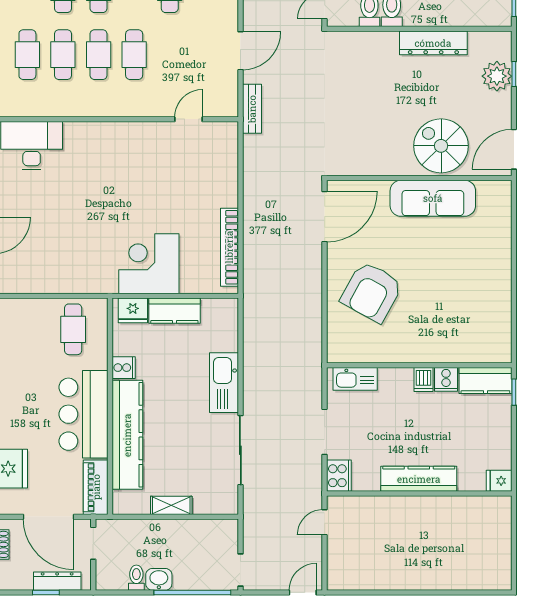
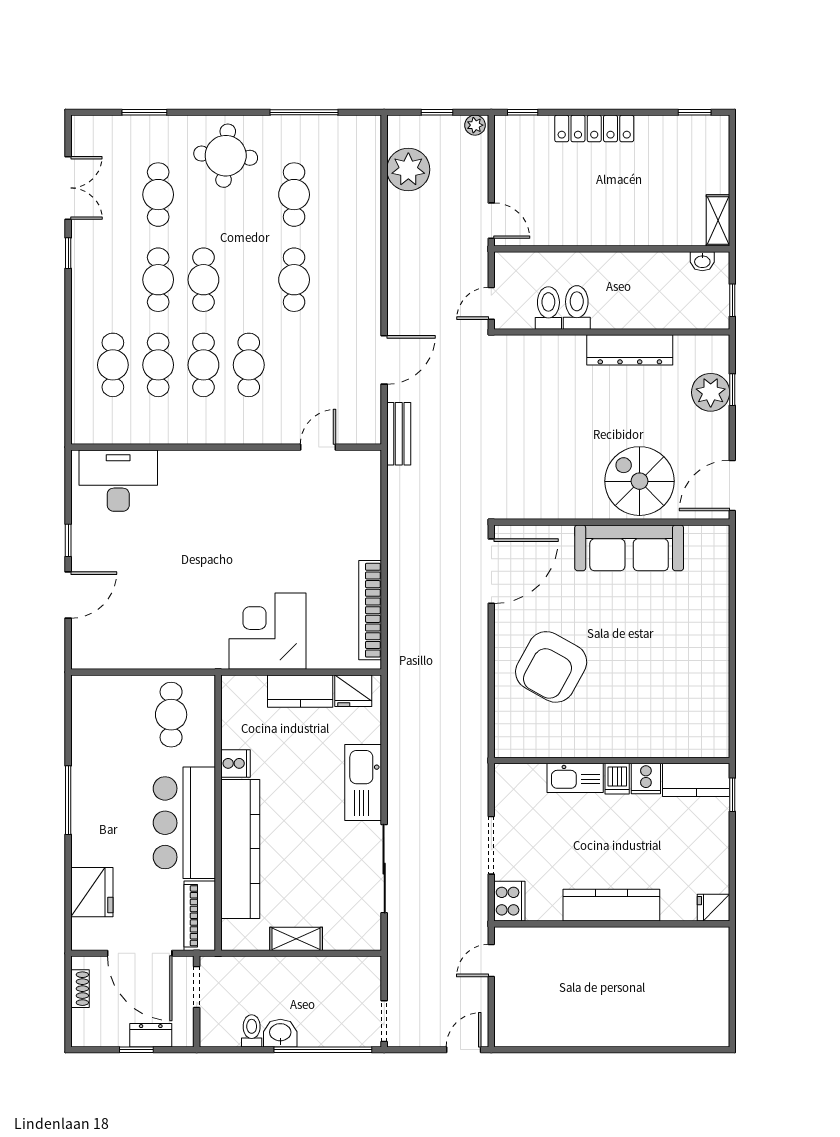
fridge: (133, 310) -> (353, 691), moved
kitchen sink: (355, 379) -> (575, 778), moved
dresser: (57, 581) -> (151, 1035), width x0.70

